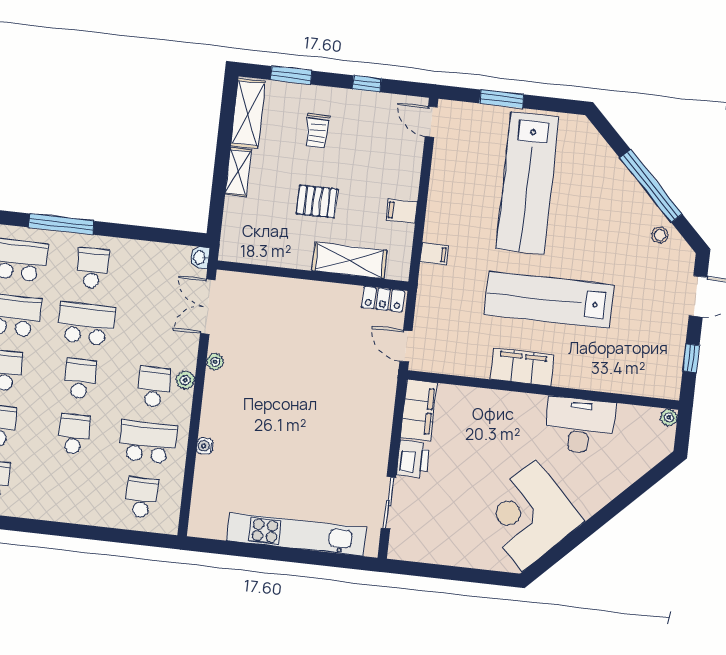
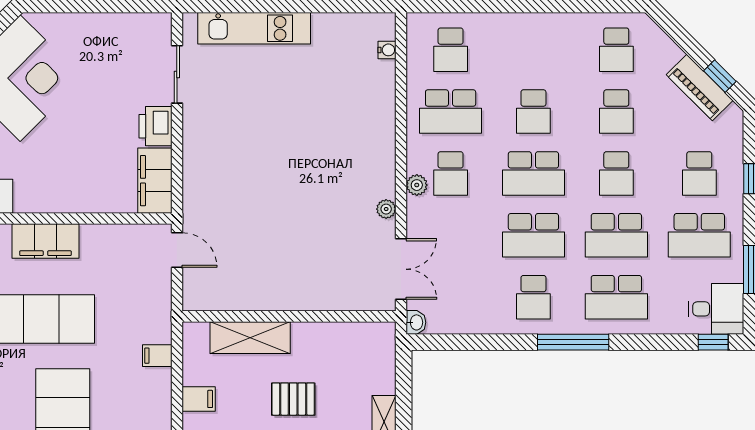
locker: (383, 299) -> (208, 299), removed
school desk: (80, 379) -> (533, 173), width x1.85
water cooler: (205, 446) -> (387, 50), moved
kitchen unit: (296, 534) -> (254, 28), width x0.73

